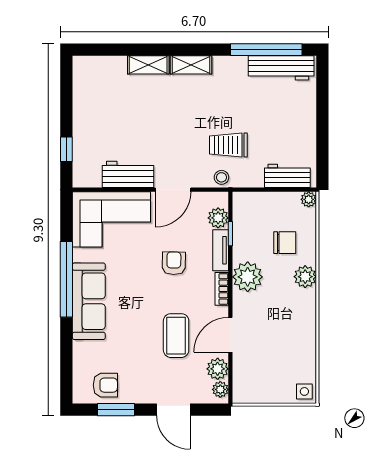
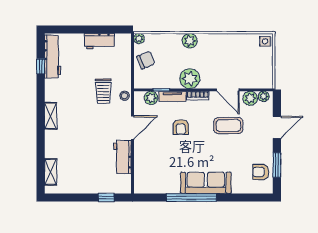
window: (266, 50) -> (41, 66), width x0.32
shelving: (148, 65) -> (51, 172), moved
workbench: (287, 176) -> (99, 41), moved, turned -90
door: (173, 190) -> (133, 128), hinge flipped
corner sofa: (111, 219) -> (152, 168), removed
chair: (285, 243) -> (146, 60), moved, turned 68
armchair: (174, 263) -> (181, 127), turned -91
armchair: (105, 385) -> (261, 172), turned -90

